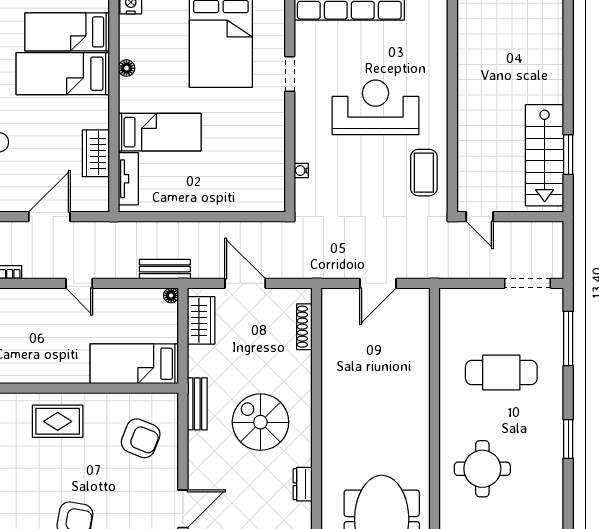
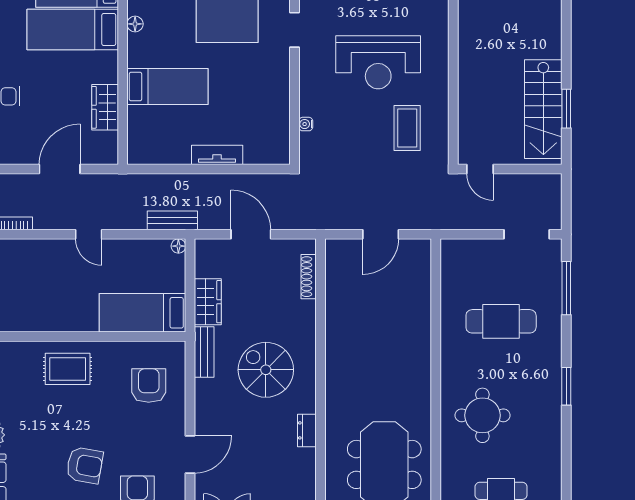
reception desk: (375, 107) -> (378, 62), turned 180
coffee table: (424, 173) -> (407, 128), moved
tv unit: (128, 179) -> (217, 155), moved, turned -90
wardrobe: (201, 320) -> (208, 302), moved
armchair: (141, 438) -> (149, 386), turned -112

